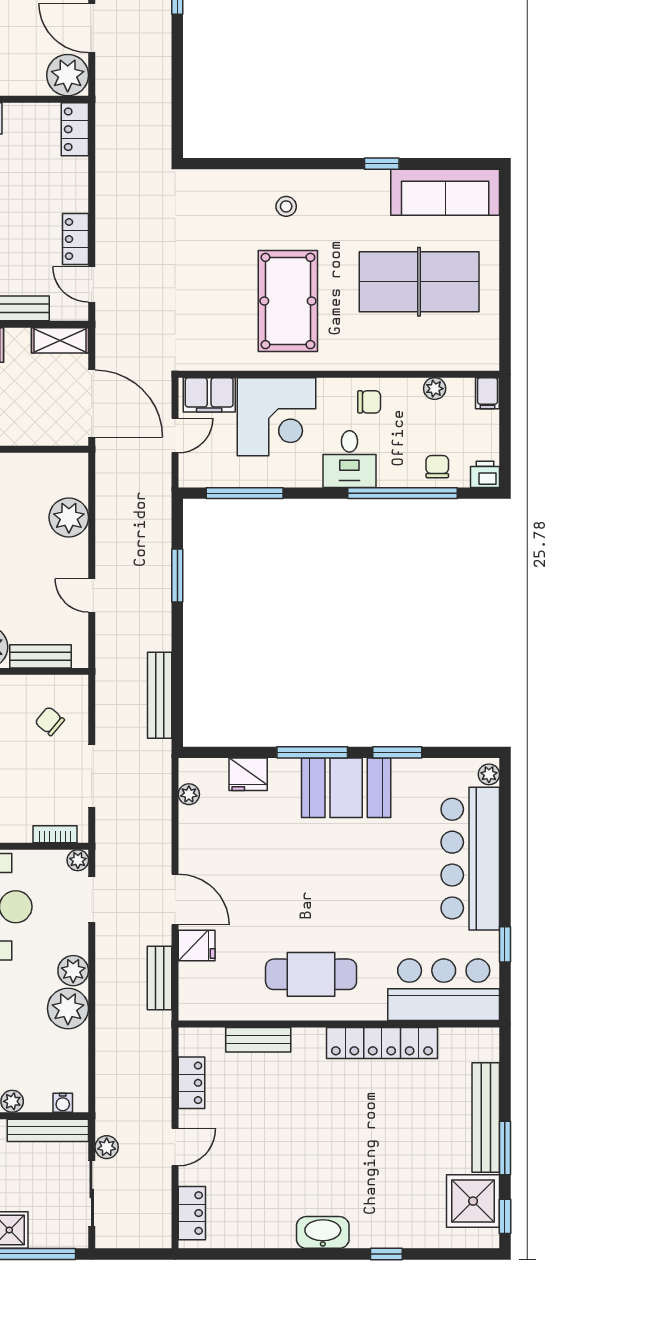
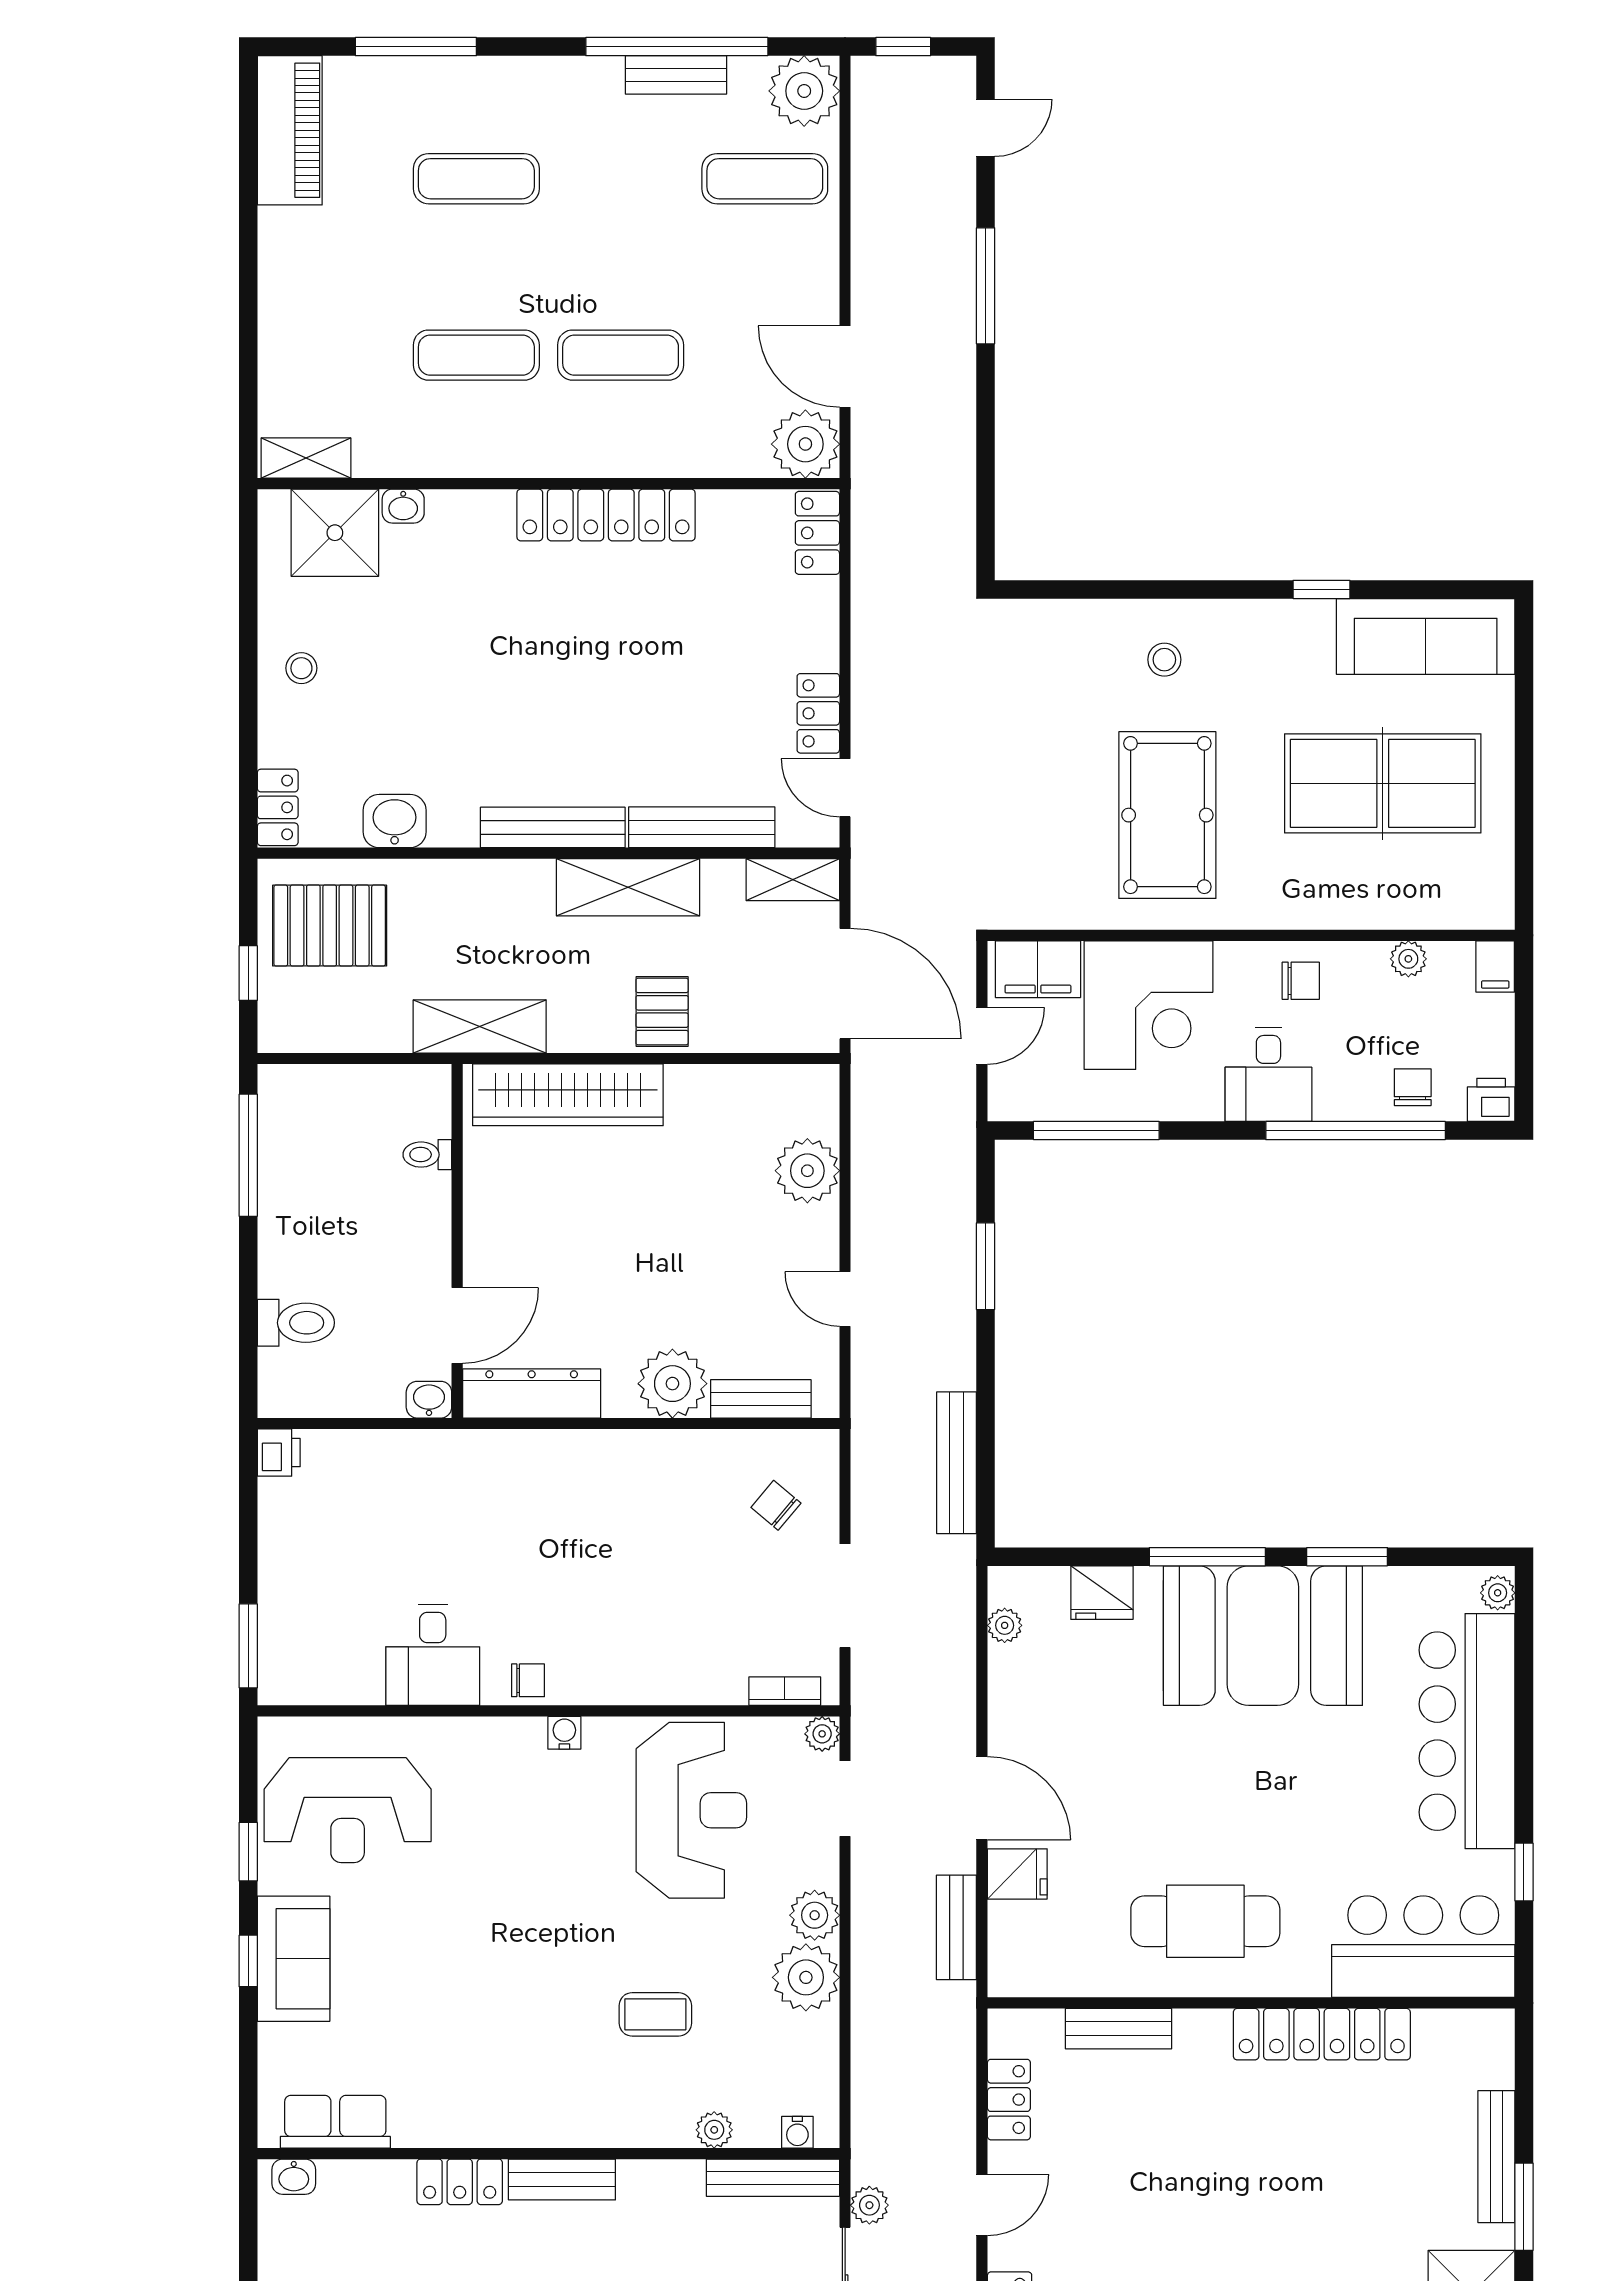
booth: (346, 788) -> (1263, 1636), width x1.36, depth x1.42
bench: (486, 1118) -> (1496, 2157), width x0.73, depth x0.82

